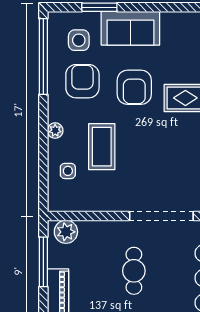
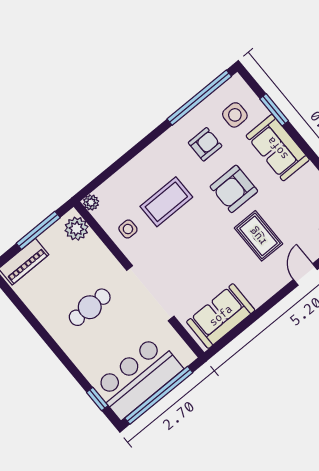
armchair: (82, 81) -> (205, 144), width x0.72, depth x0.72
plant: (55, 131) -> (91, 202), moved
side table: (68, 171) -> (128, 229), moved

